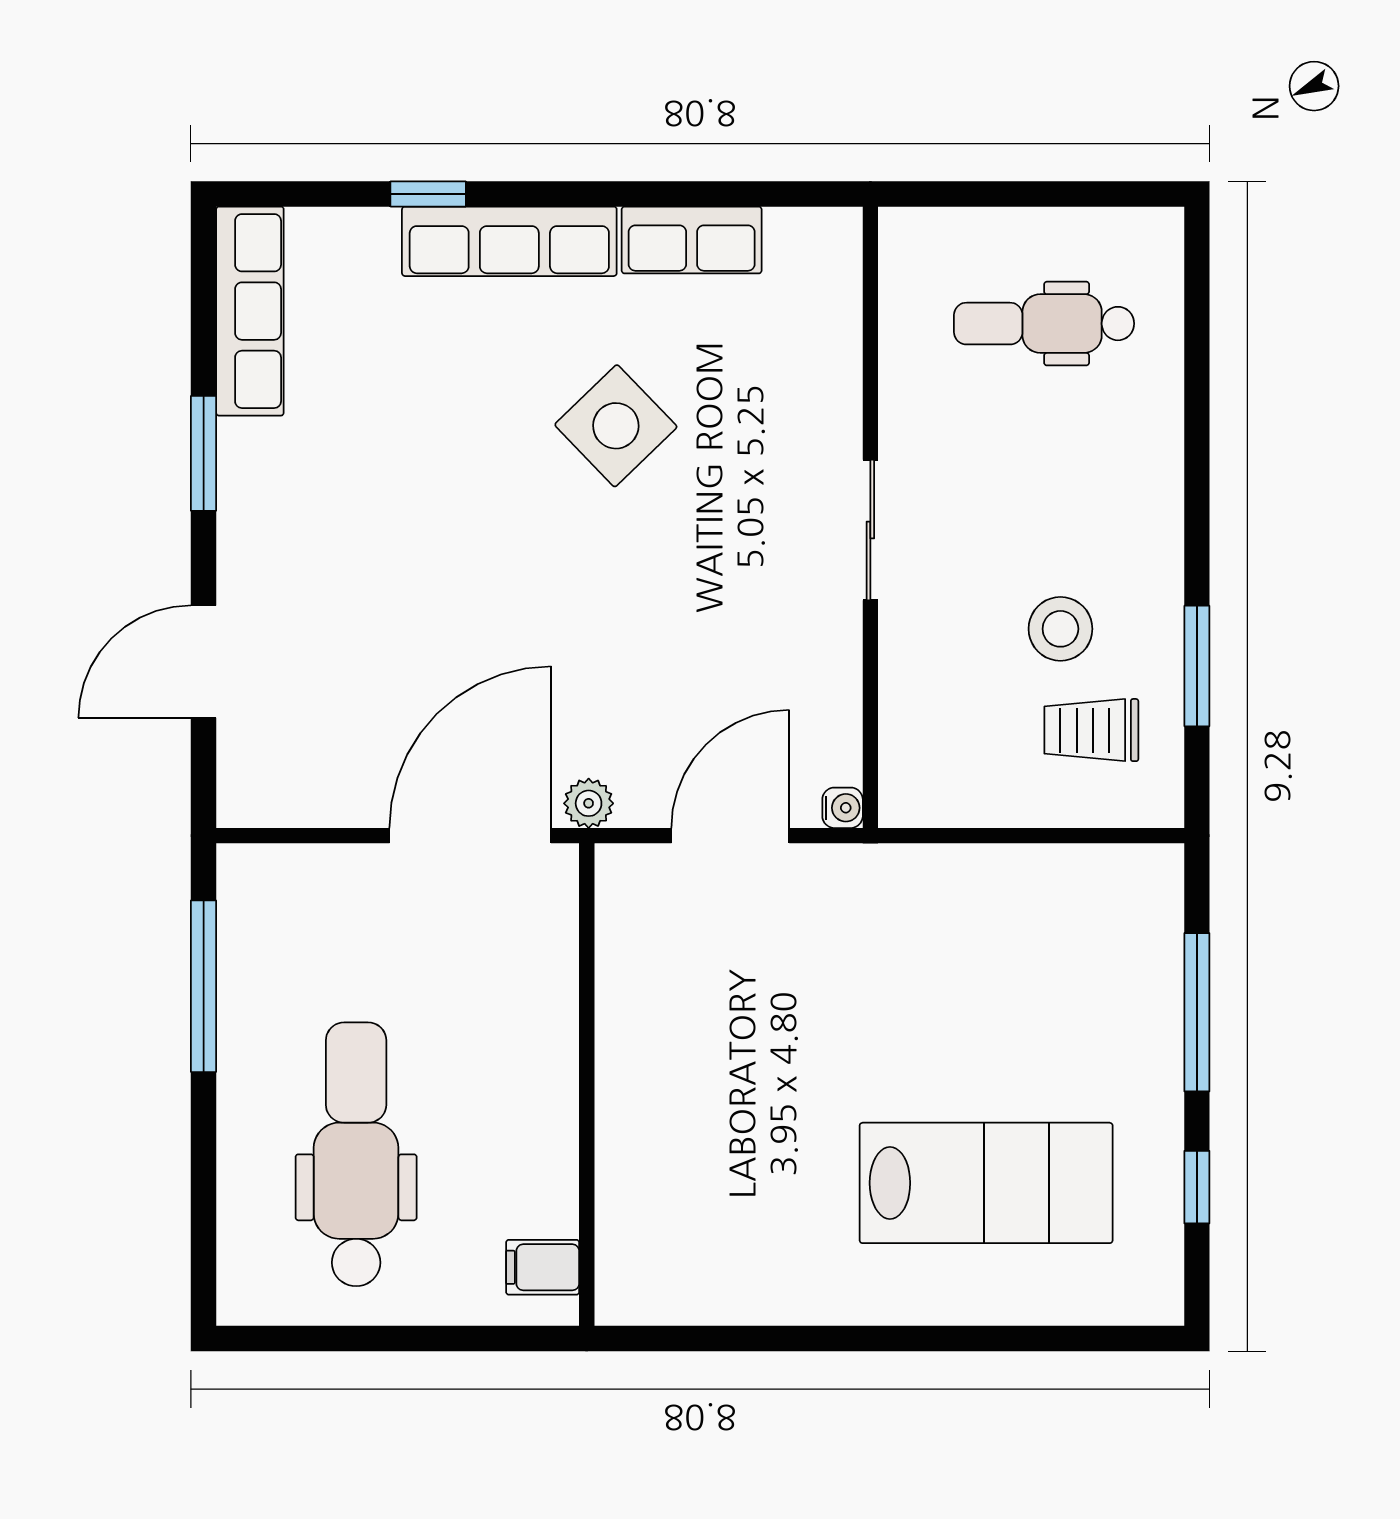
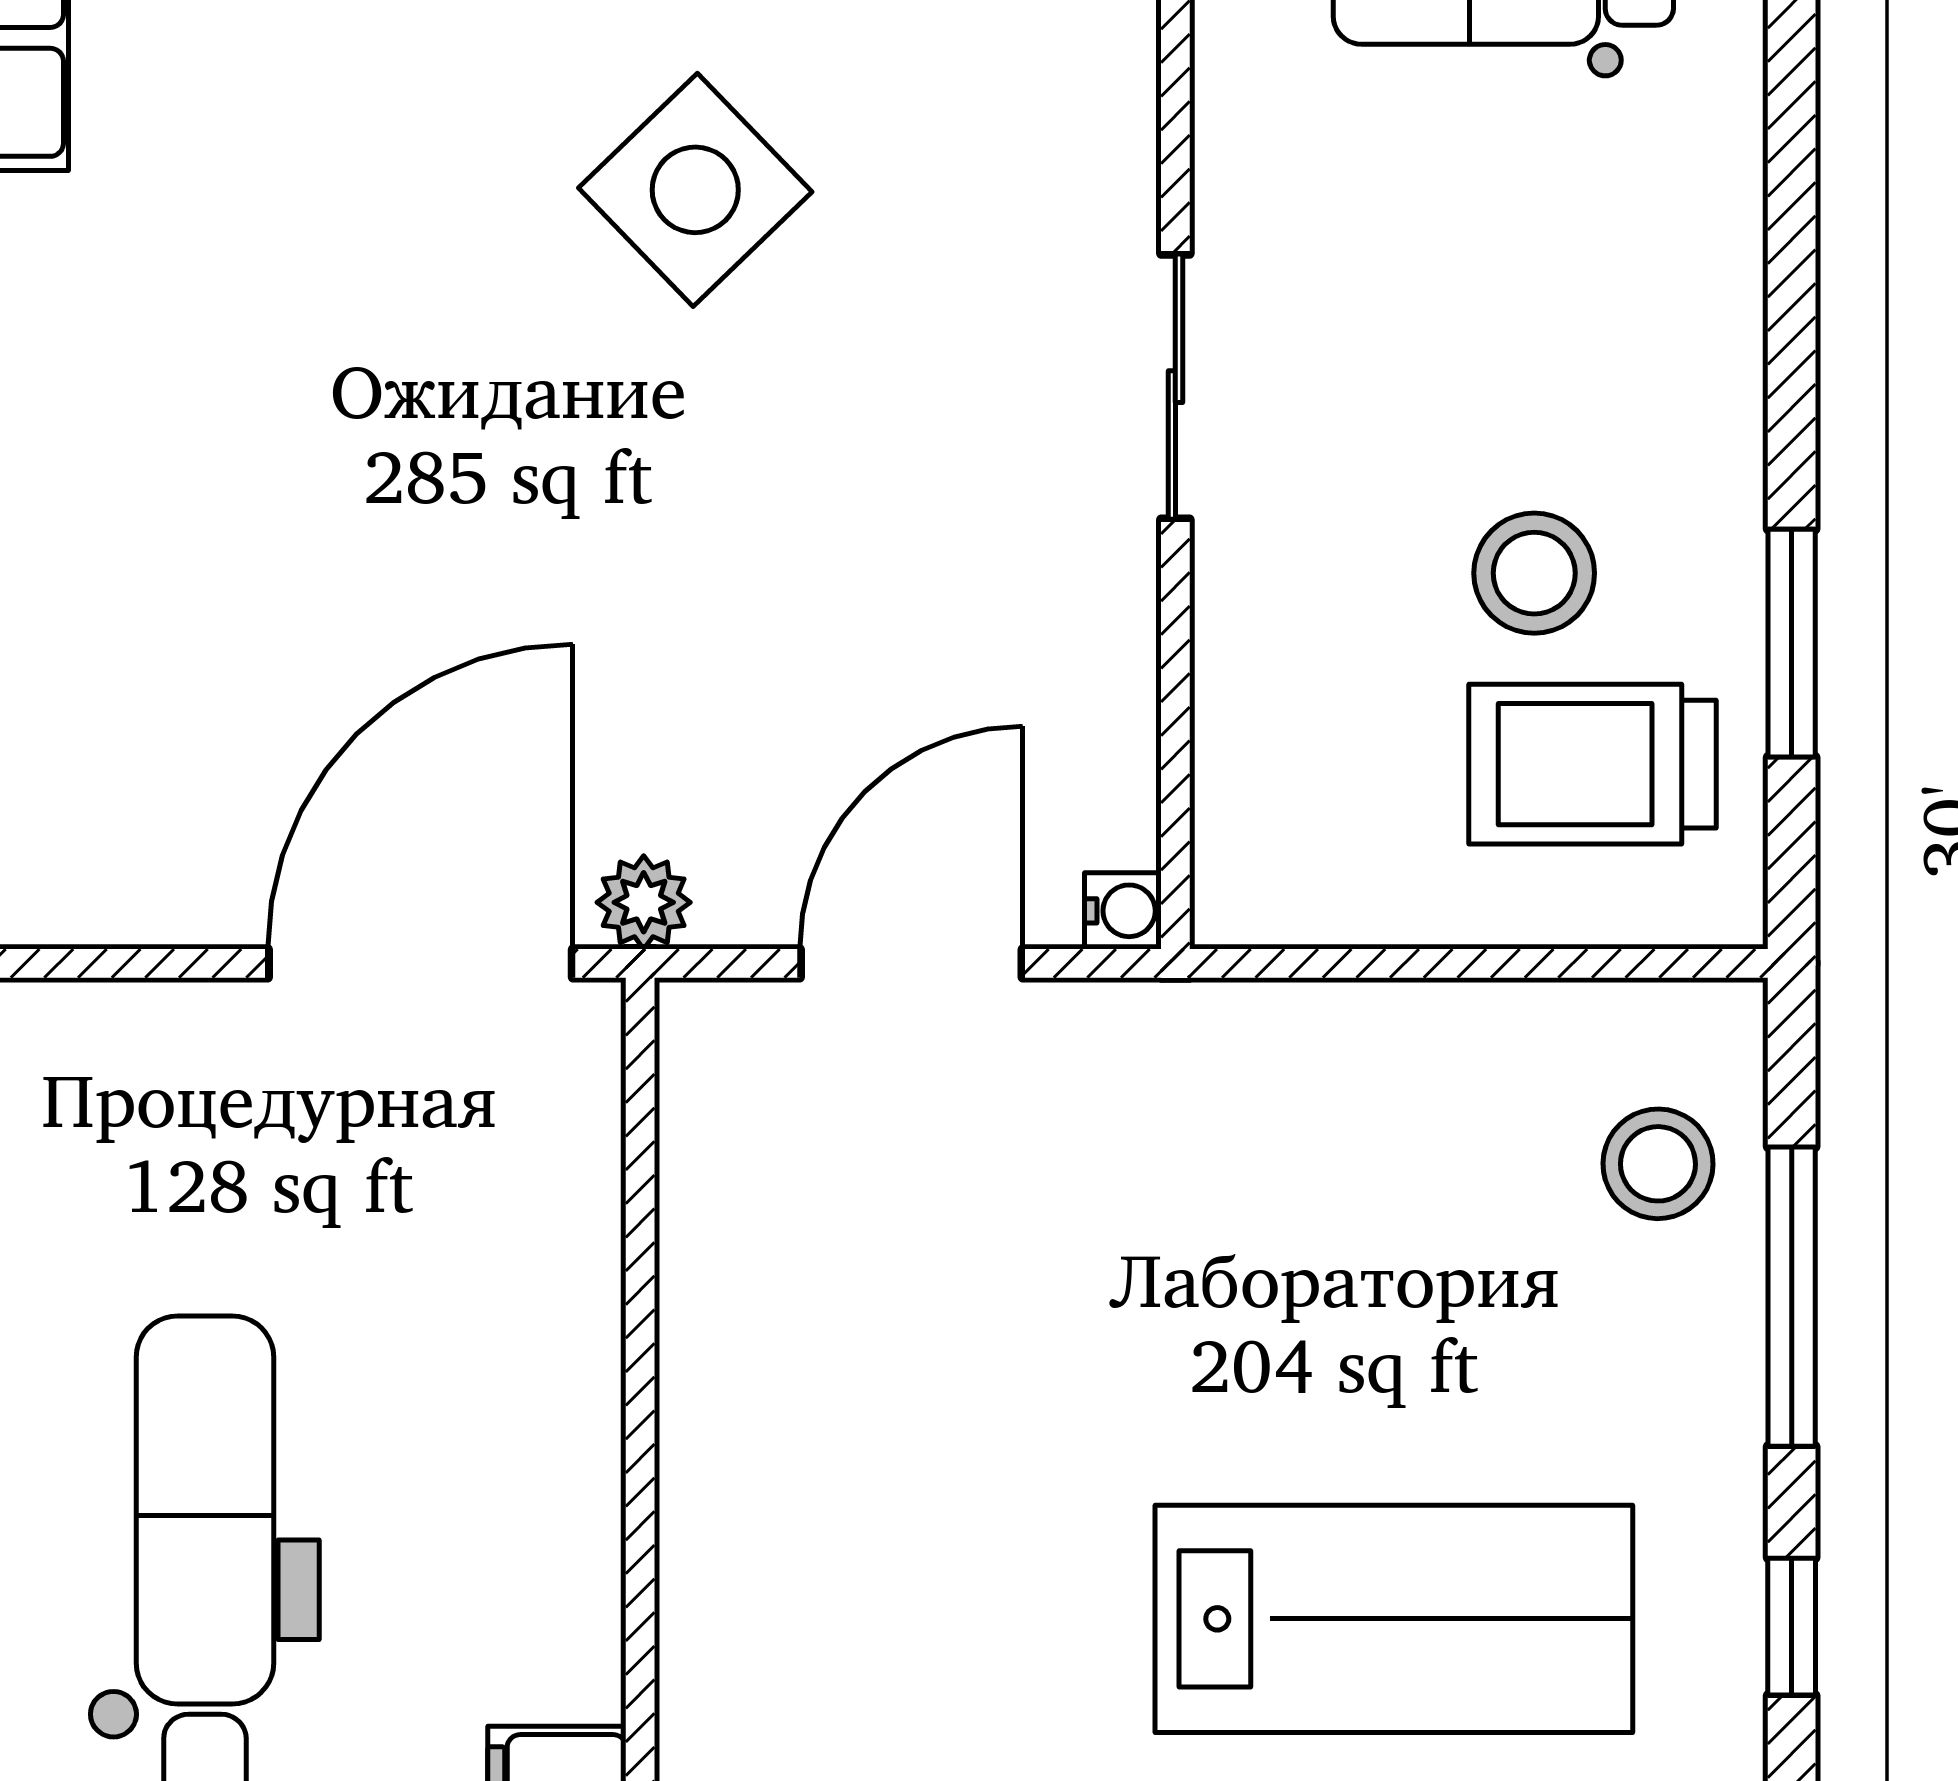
trolley: (1091, 730) -> (1592, 764), width x1.36, depth x1.39
stool: (1126, 942) -> (1658, 1164), added

